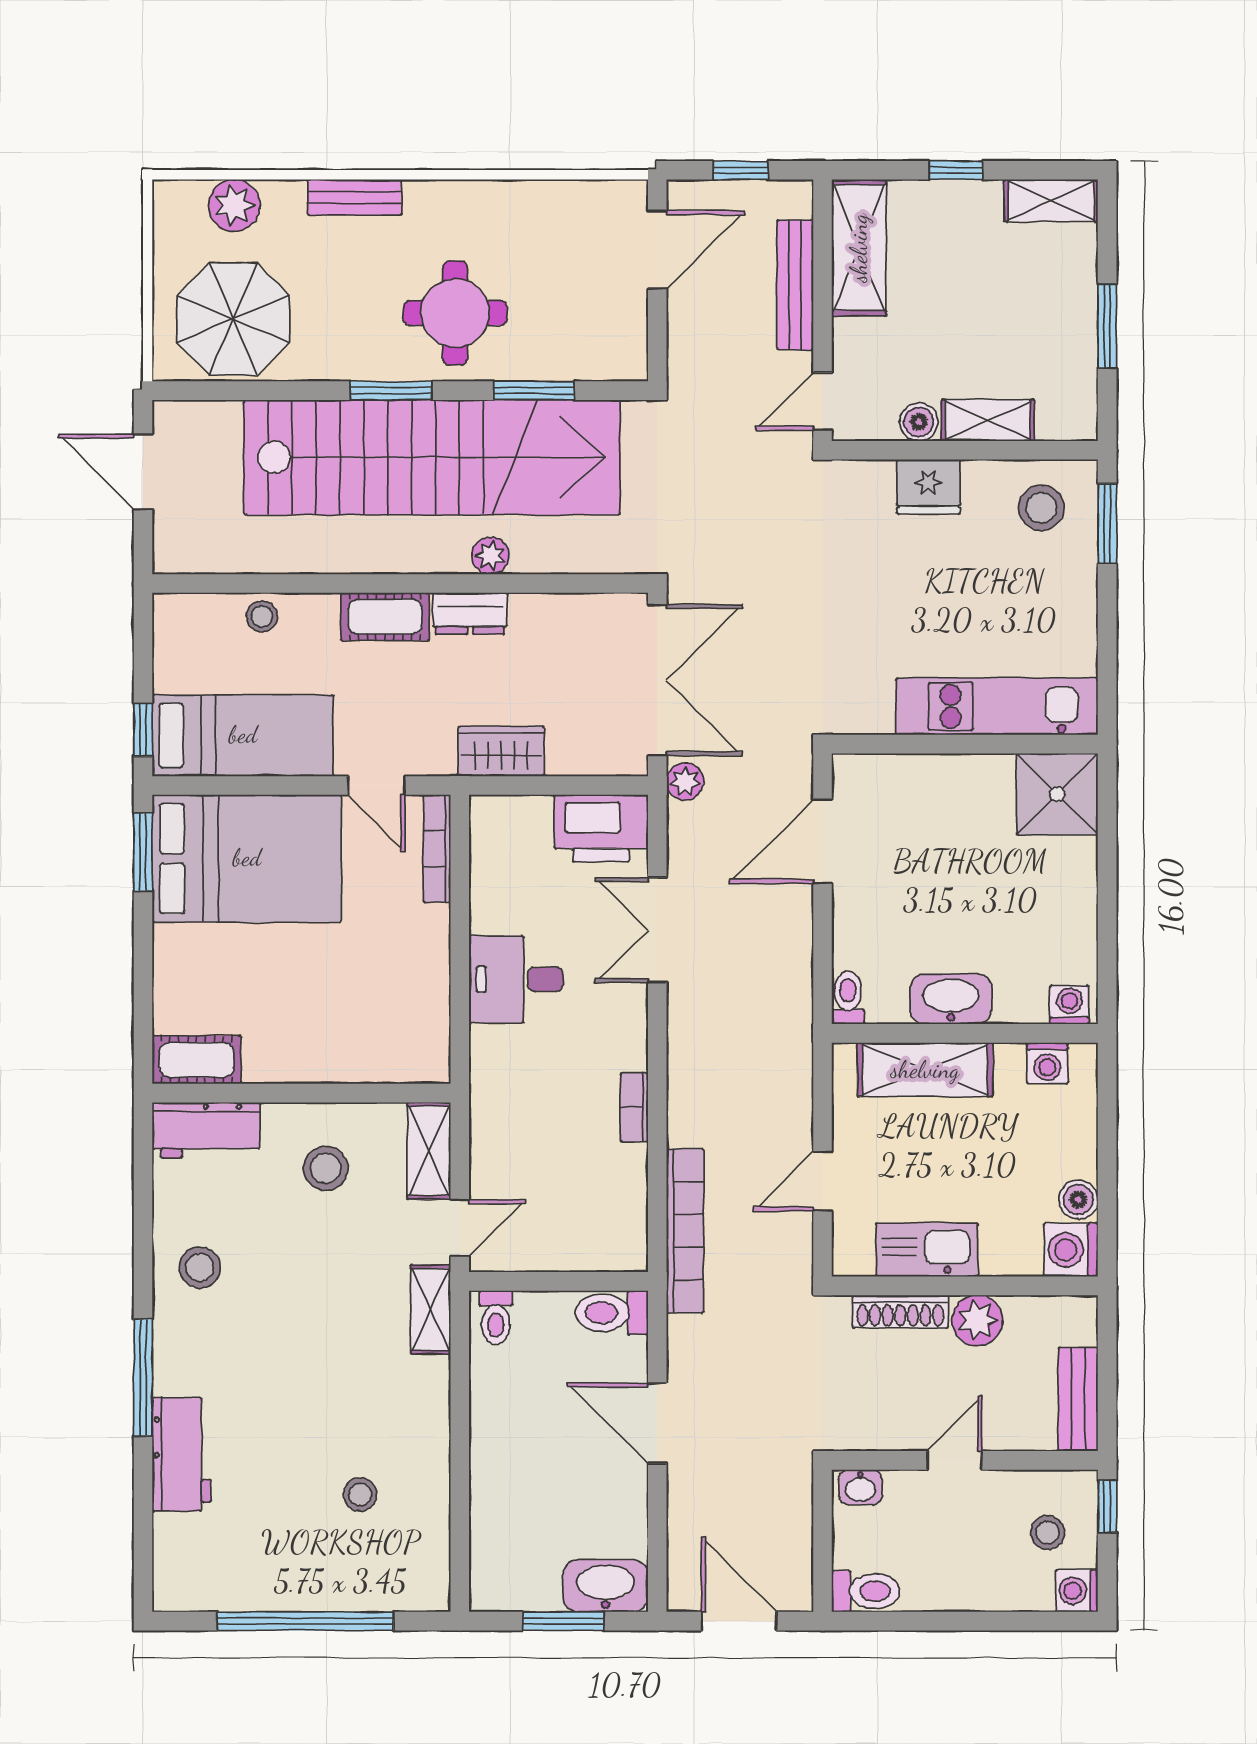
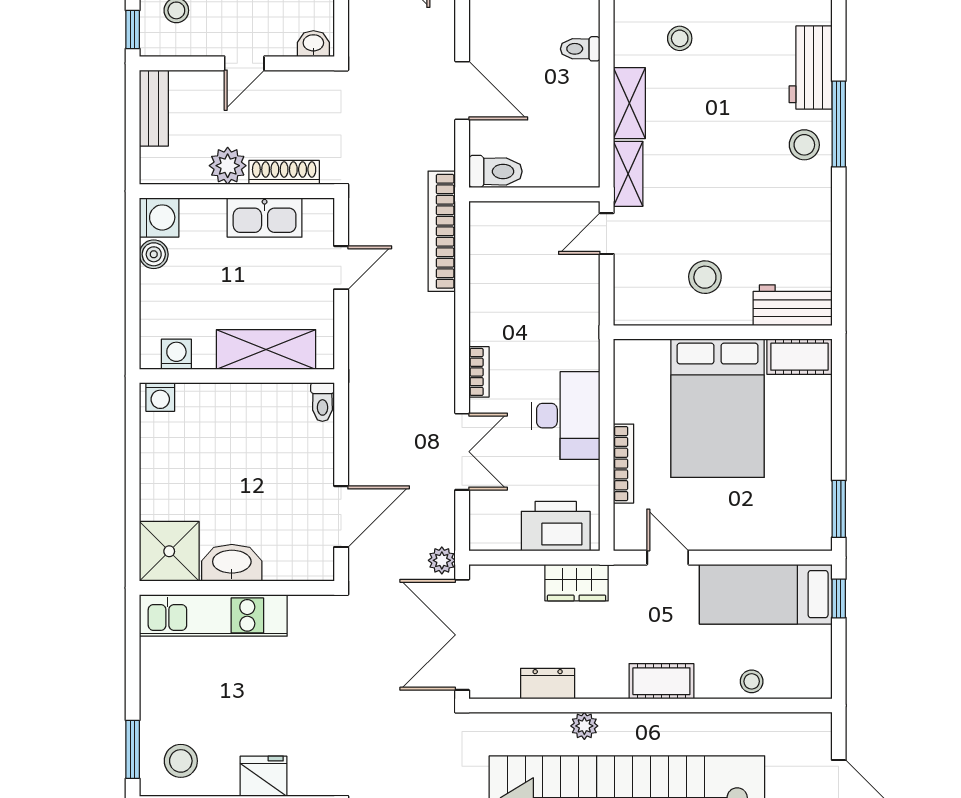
dresser: (470, 613) -> (548, 684), moved
printer: (601, 828) -> (556, 526), moved
bookcase: (437, 849) -> (624, 464), moved
bed: (247, 858) -> (717, 408), moved, turned -90
desk: (516, 979) -> (566, 416), width x1.37
washbasin: (951, 999) -> (232, 563), moved, turned 180
bookcase: (634, 1107) -> (479, 372), moved
shelving: (429, 1151) -> (629, 103), moved
stool: (200, 1267) -> (804, 145), moved
toilet: (496, 1317) -> (580, 49), moved, turned -90

